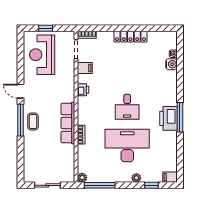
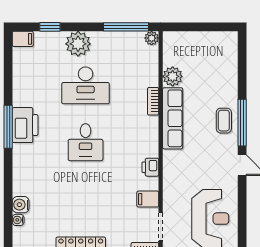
desk: (127, 107) -> (86, 142), turned 180
desk: (127, 145) -> (86, 85), width x0.73, depth x0.77
plant: (68, 152) -> (173, 76), added
plant: (136, 178) -> (78, 44), width x1.87, depth x1.87
sliding door: (47, 185) -> (203, 27), removed

